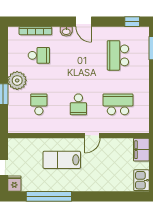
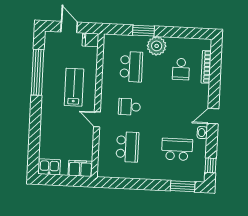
washbasin: (66, 31) -> (202, 133), moved
school desk: (39, 104) -> (131, 67), width x1.85
fridge: (14, 184) -> (90, 40), moved, turned 180

